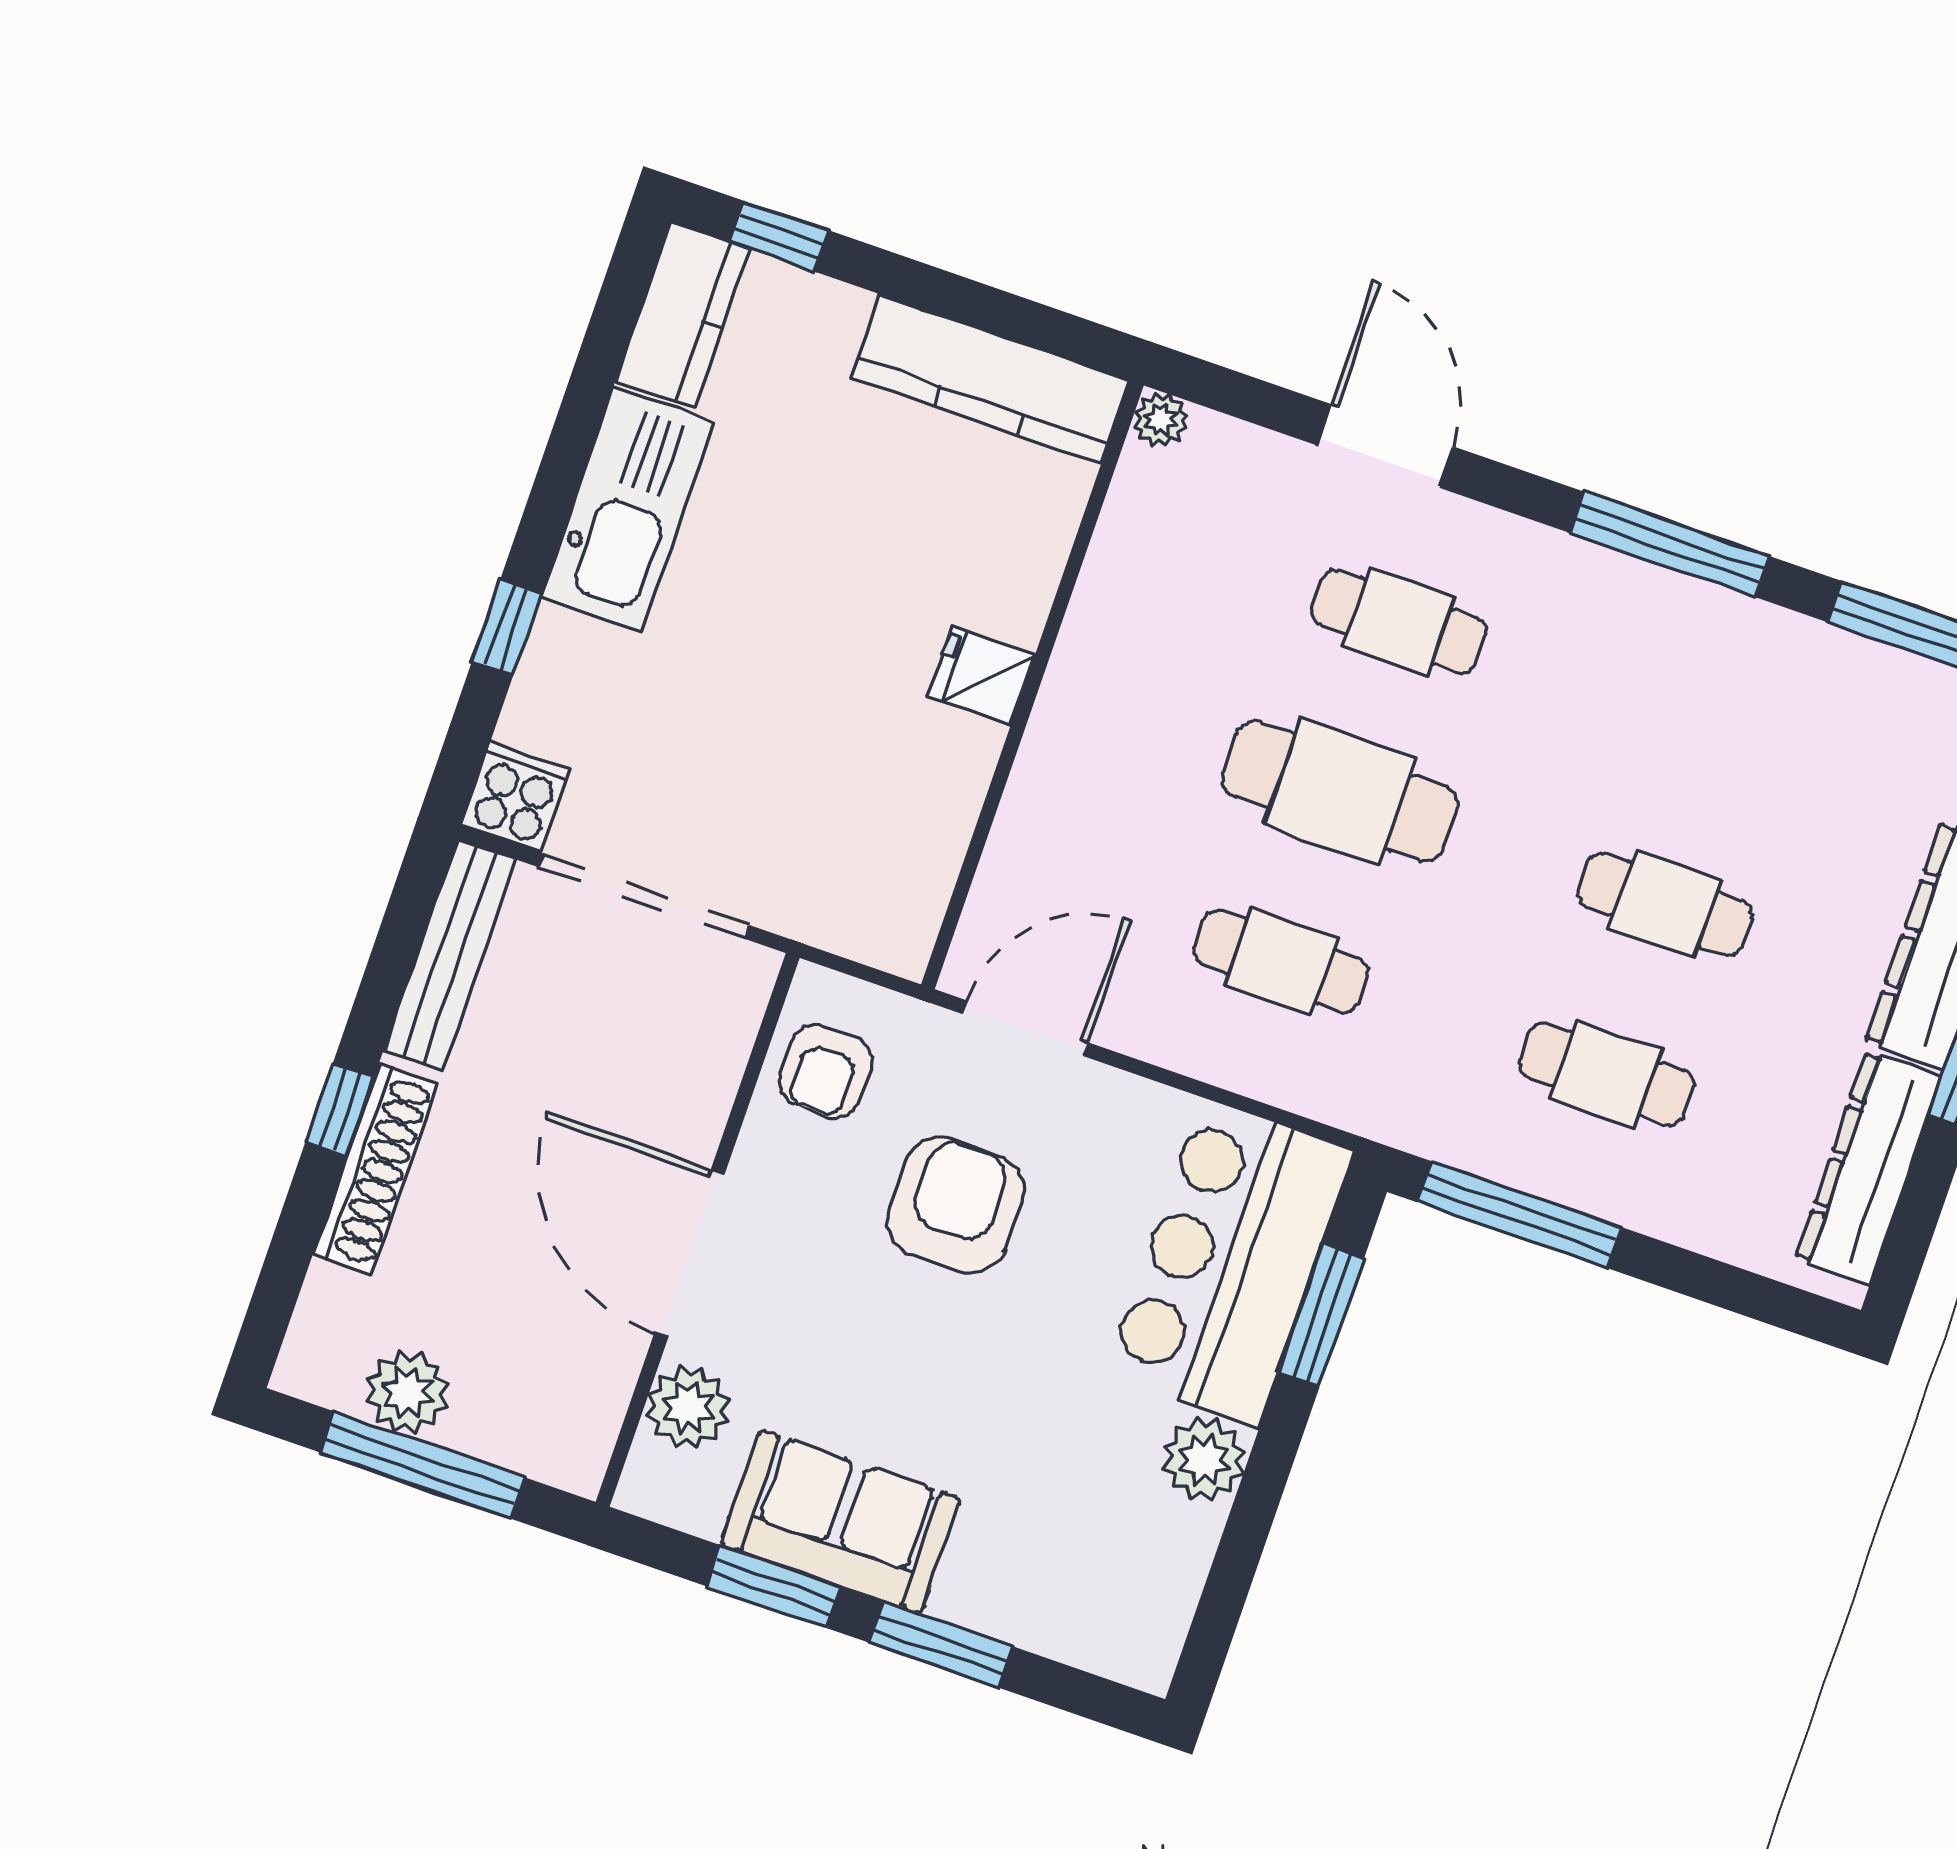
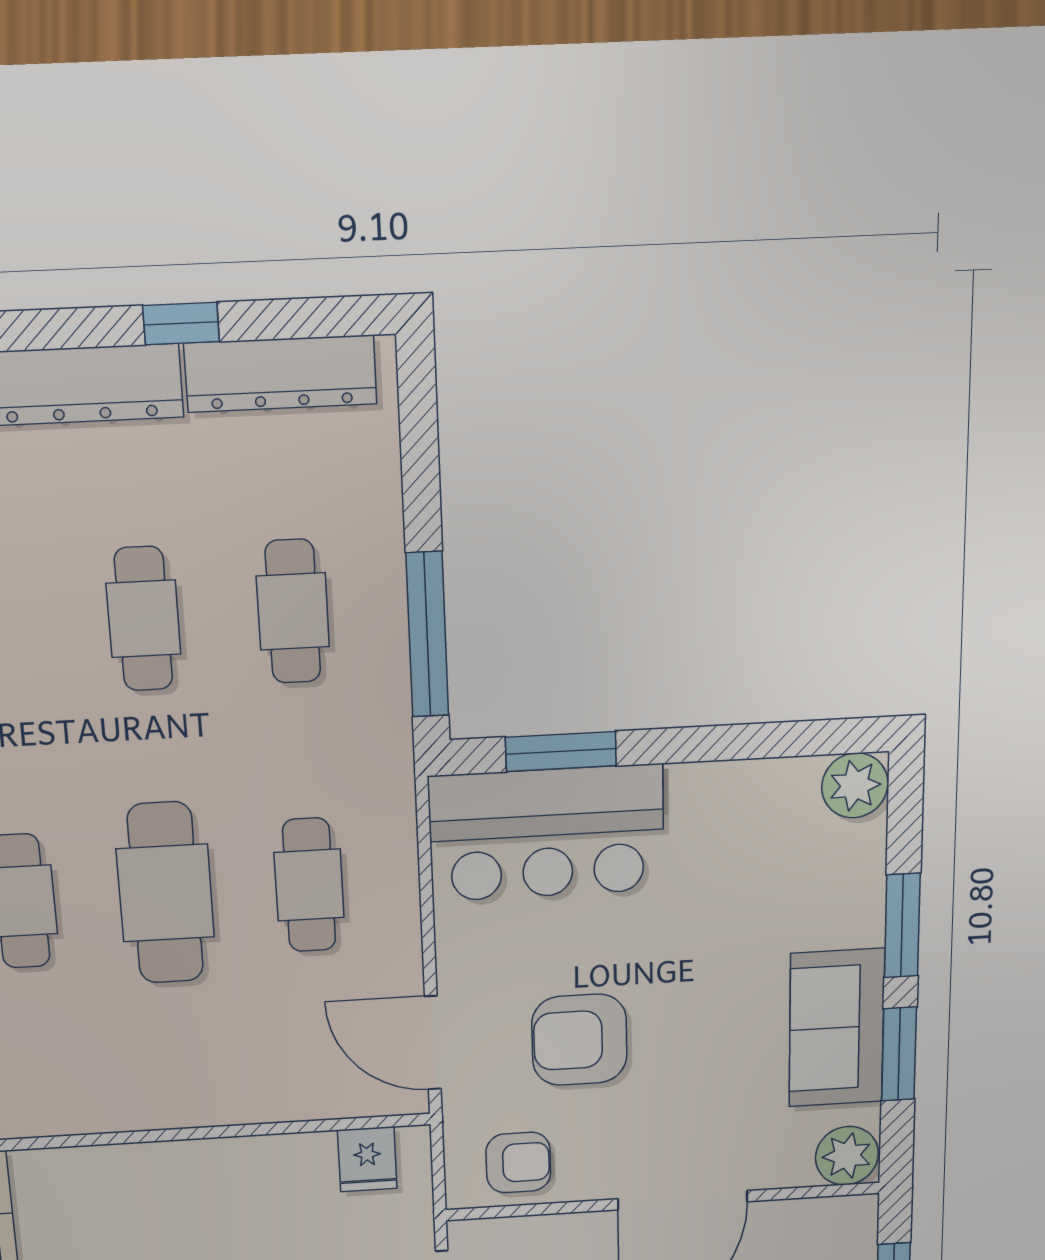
fridge: (981, 676) -> (367, 1159), moved
plant: (688, 1408) -> (847, 1156), moved
plant: (1204, 1460) -> (855, 785), moved

